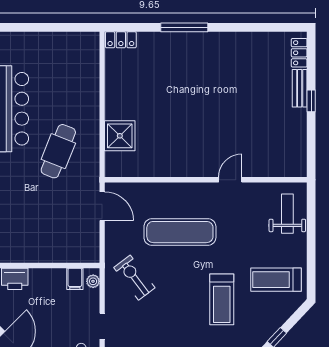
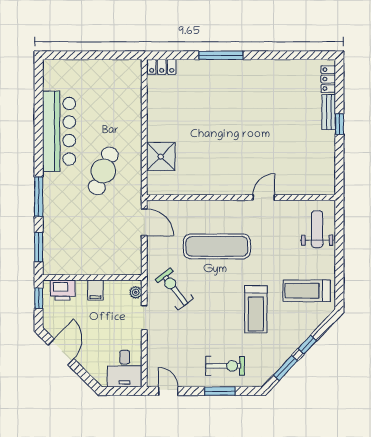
filing cabinet: (75, 279) -> (95, 290), moved
doorway: (102, 326) -> (144, 318), moved

